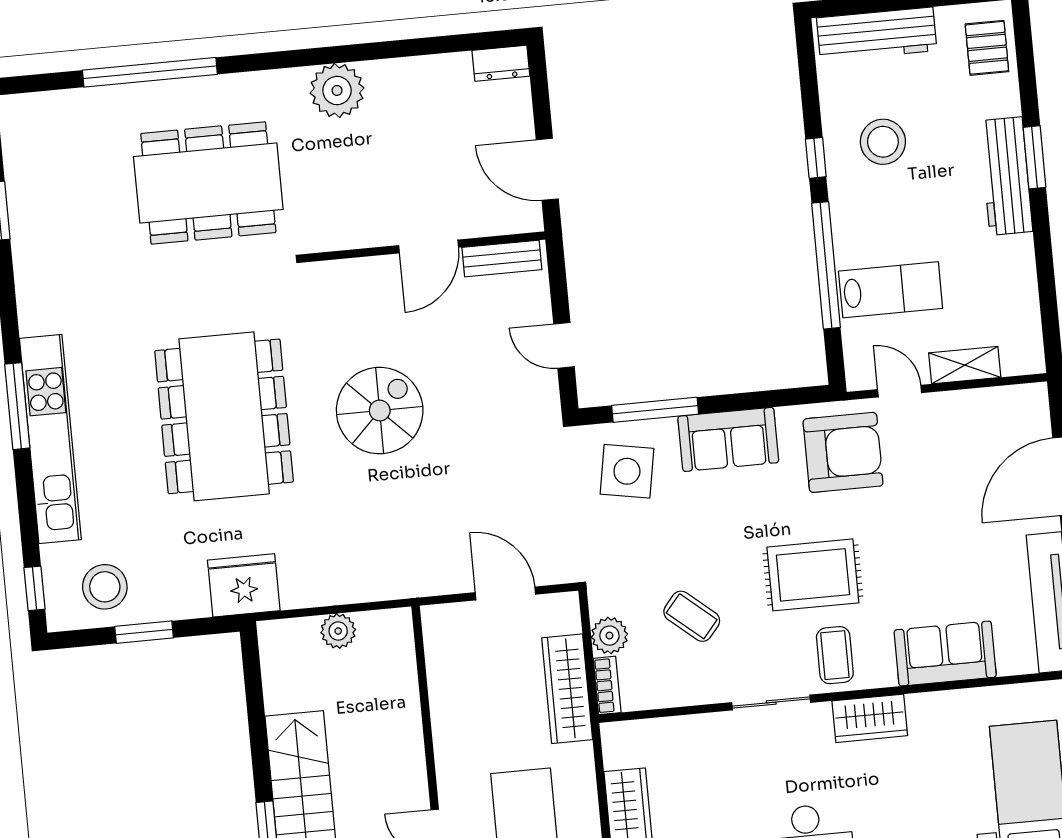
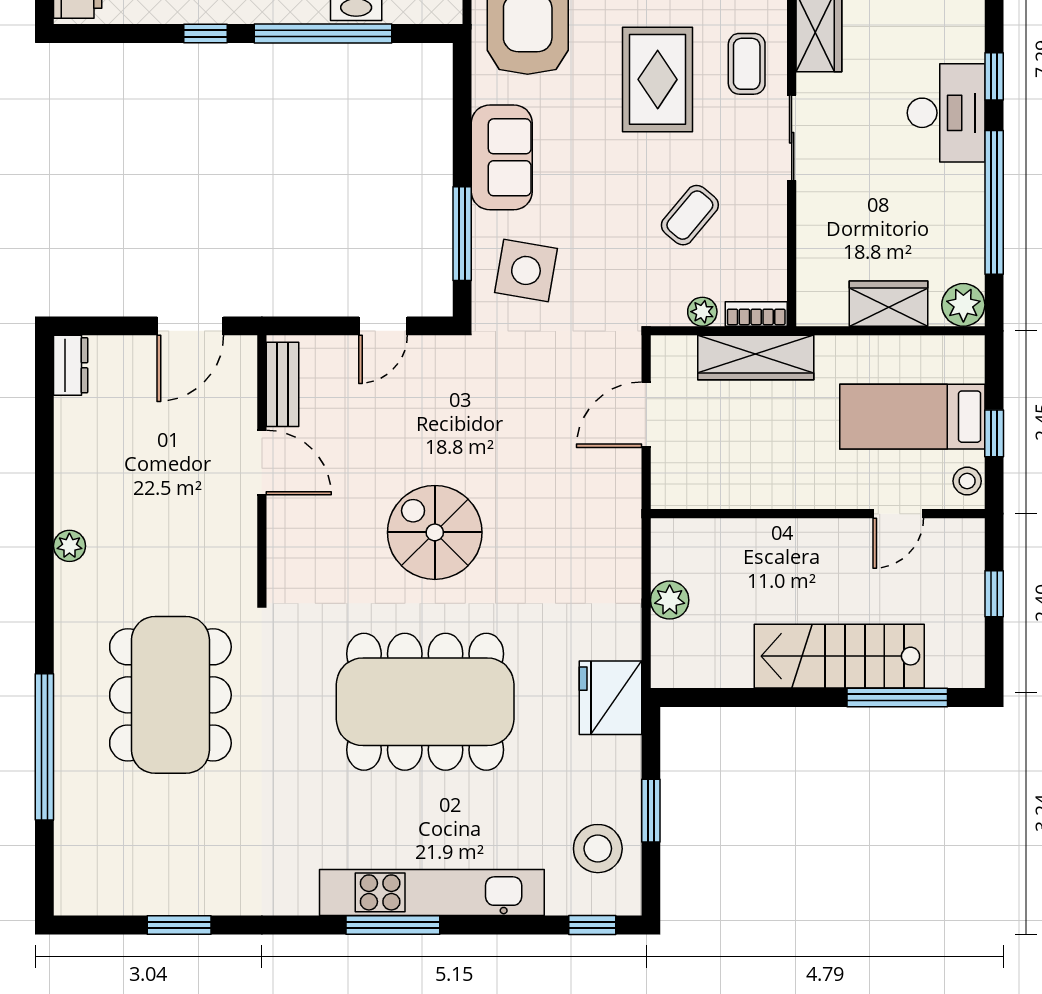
plant: (337, 90) -> (69, 546), width x0.53, depth x0.53
plant: (609, 636) -> (702, 312), width x0.73, depth x0.73
coffee table: (835, 655) -> (747, 64), turned 90

